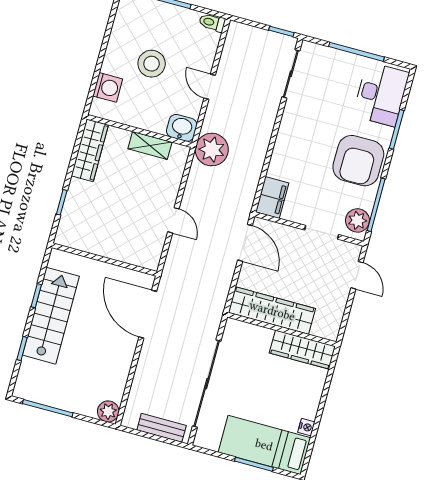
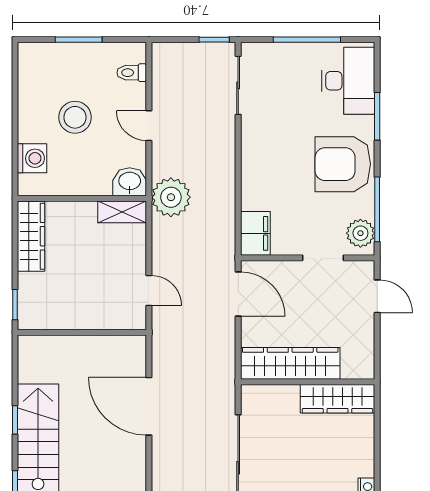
toilet: (212, 23) -> (132, 73), moved
shelving: (150, 145) -> (122, 212), moved
armchair: (358, 161) -> (343, 164), turned 90
wall: (104, 260) -> (82, 332), moved

